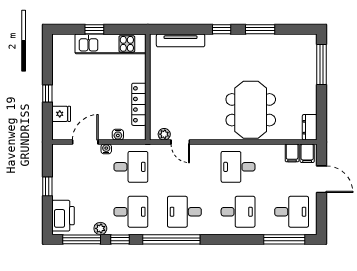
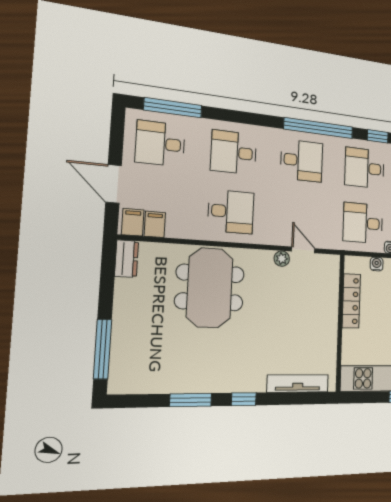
plant: (164, 134) -> (282, 259), moved

